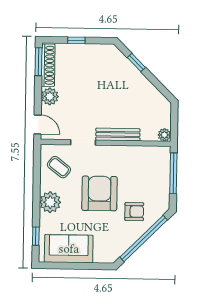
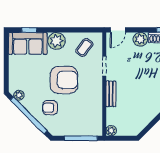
bench: (118, 134) -> (111, 94), width x0.73
armchair: (134, 212) -> (50, 108), turned 90
sofa: (69, 249) -> (28, 43), moved, turned 90
plant: (118, 250) -> (19, 95), added

